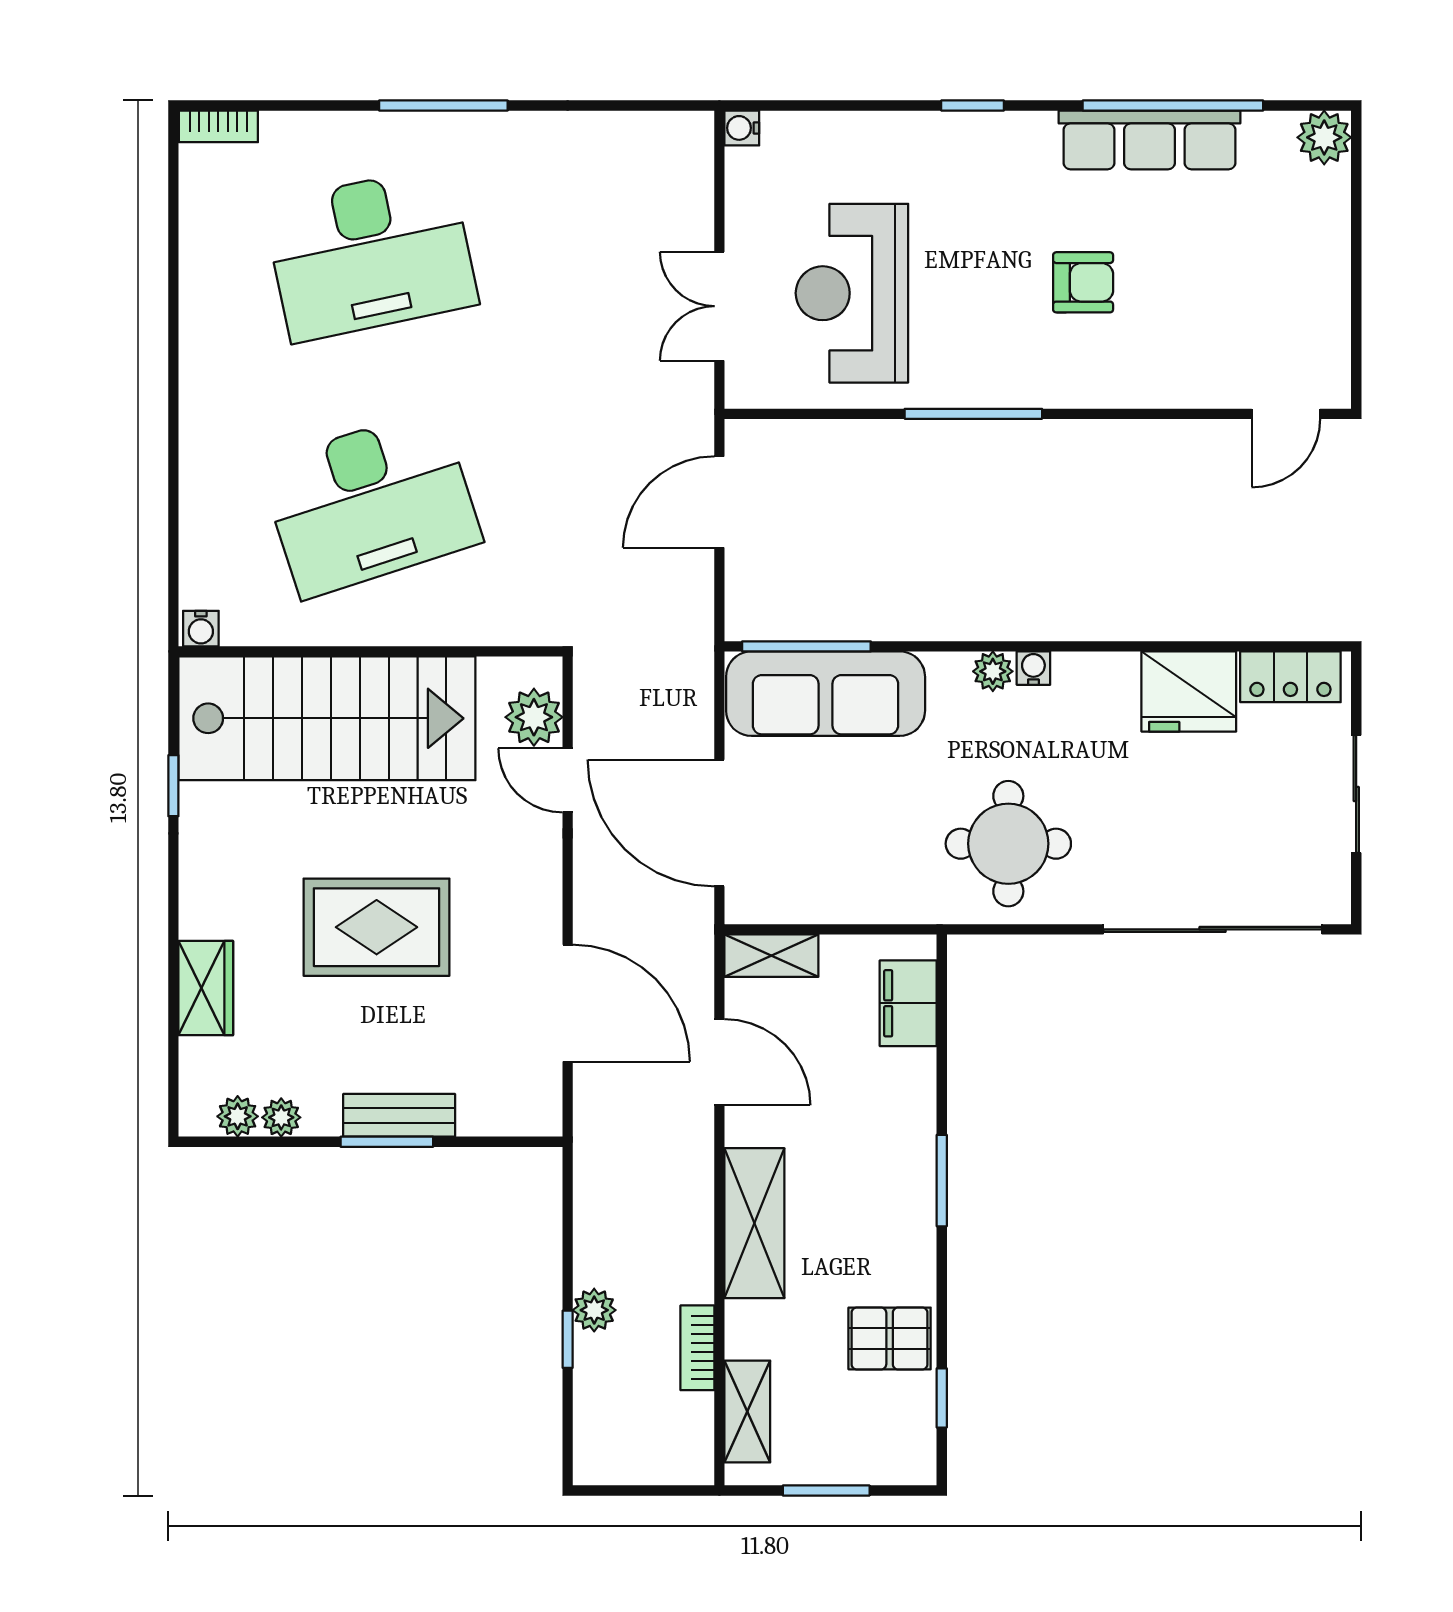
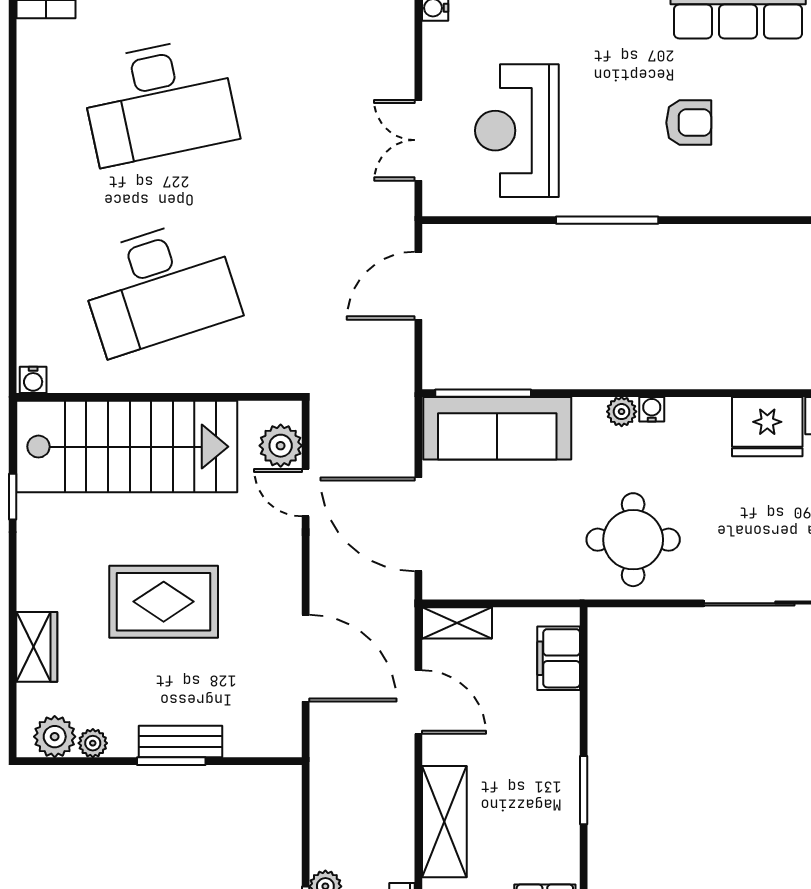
plant: (238, 1116) -> (55, 737), width x1.38, depth x1.38

